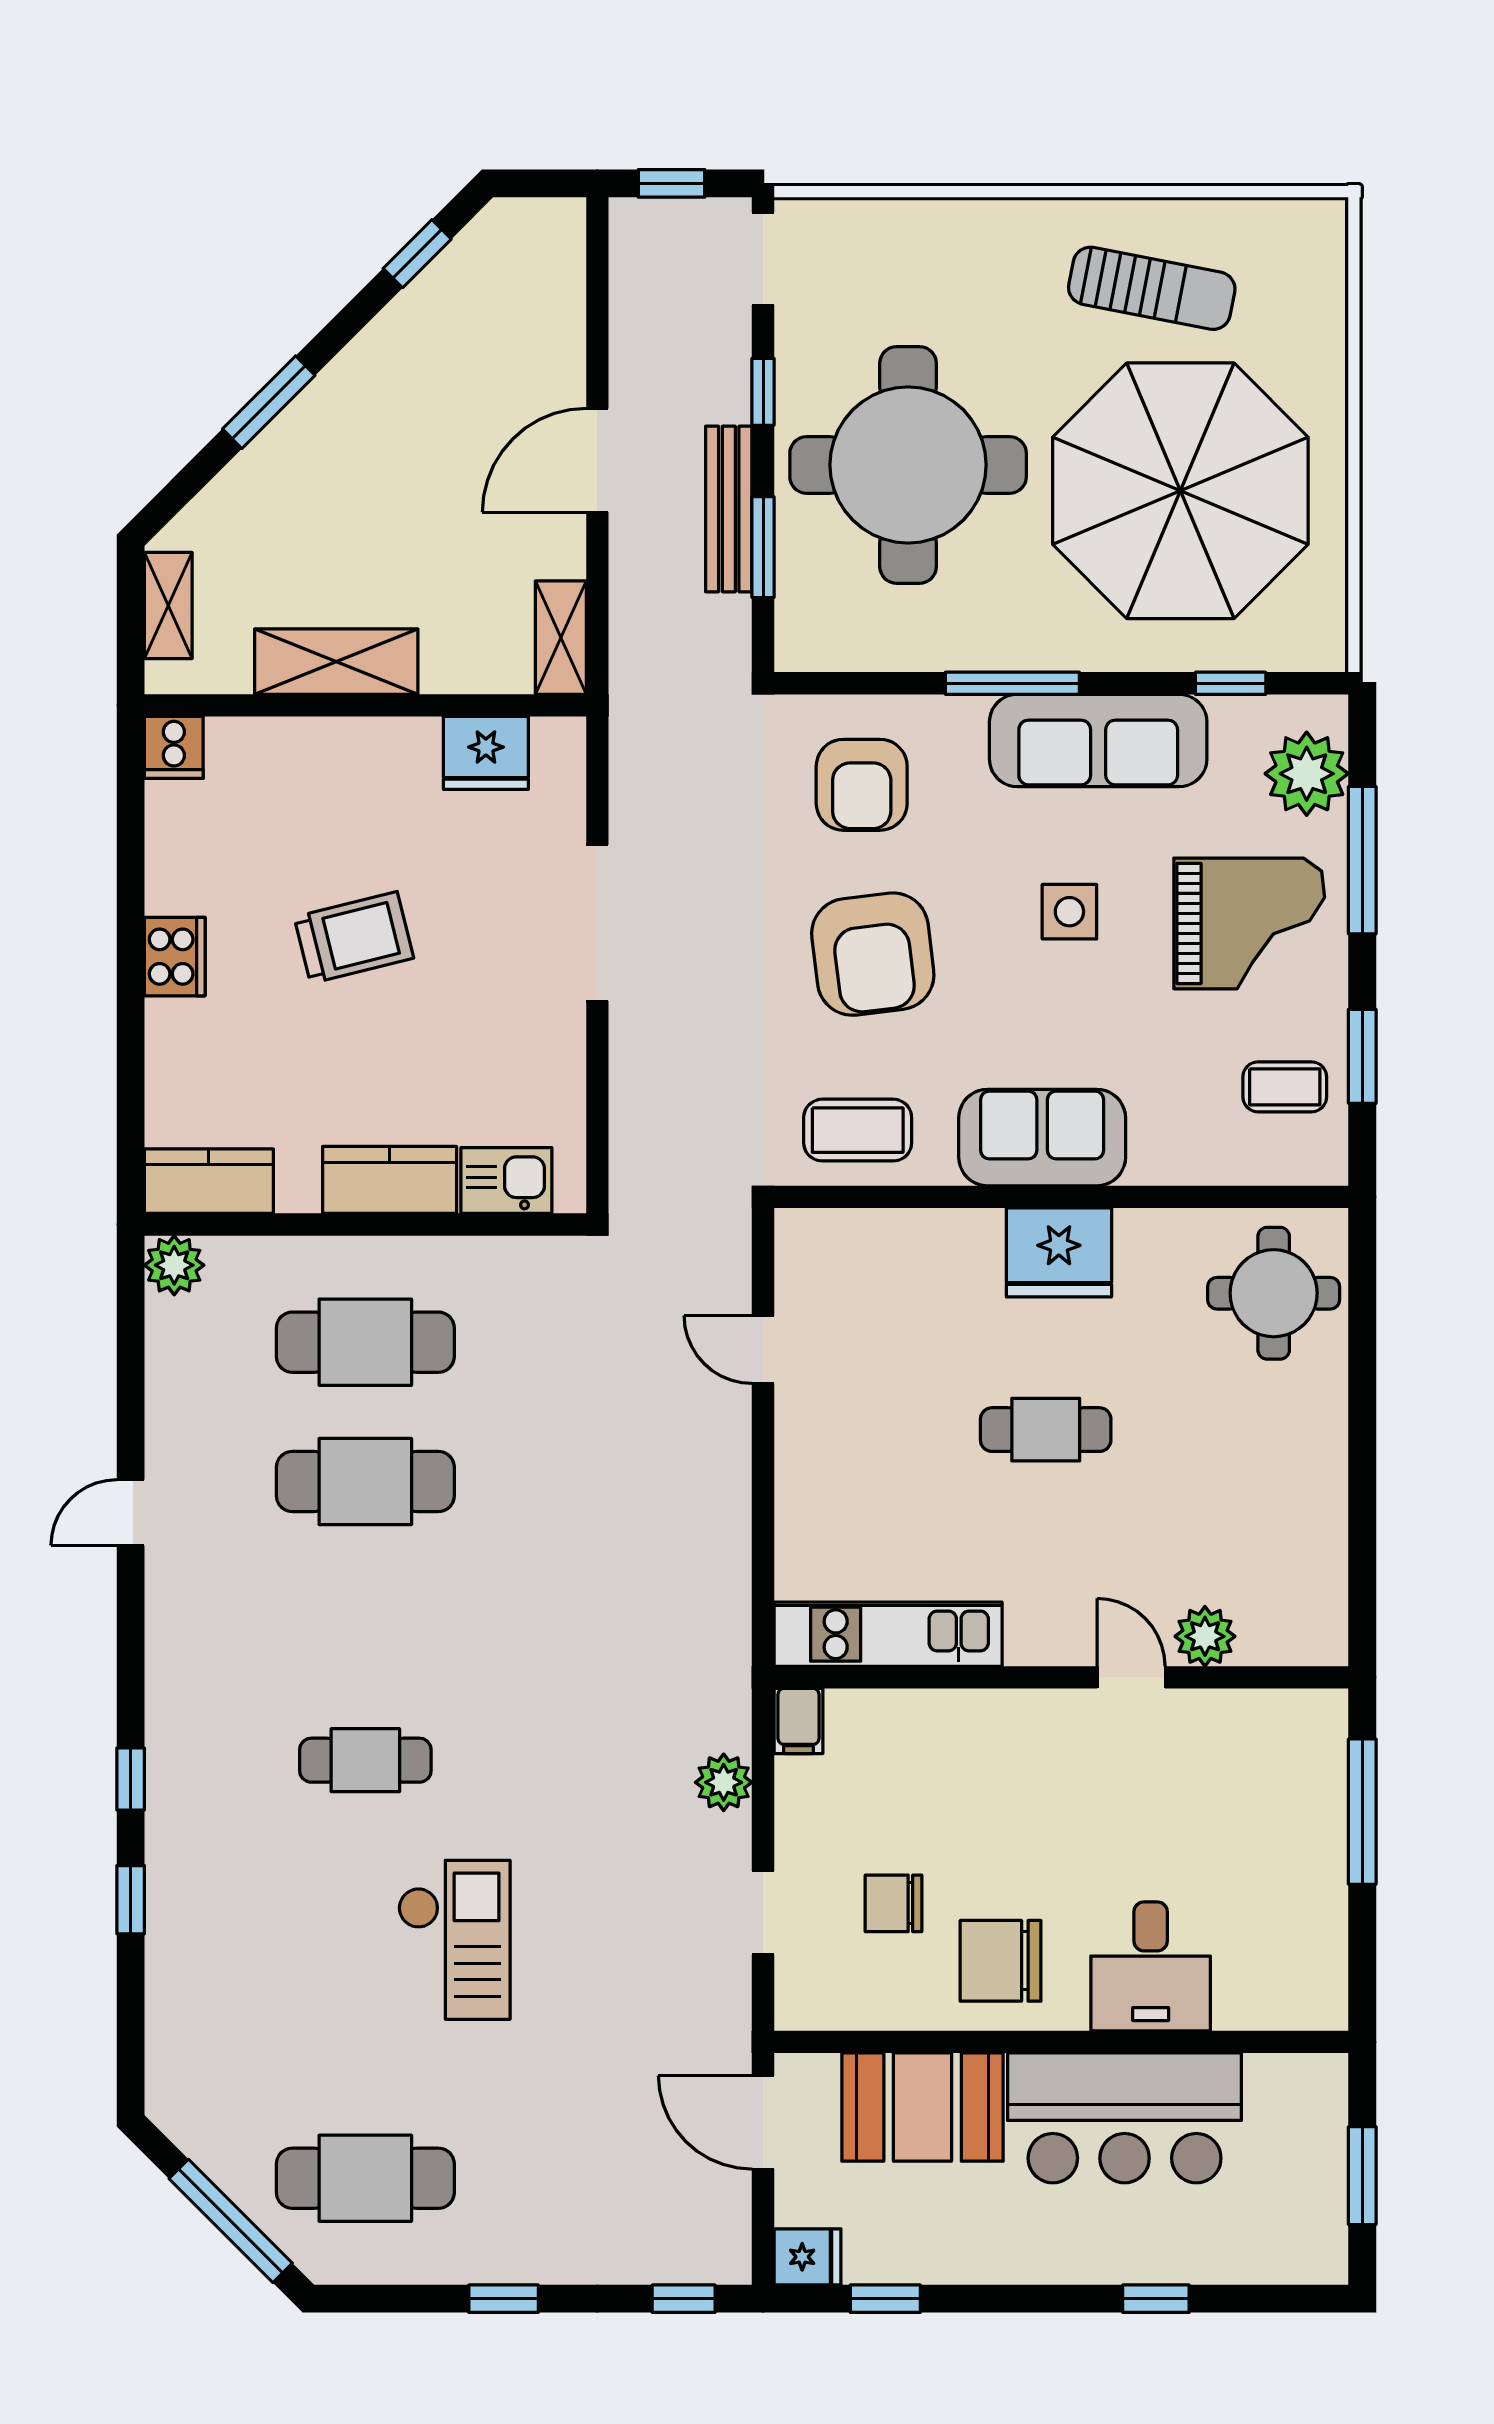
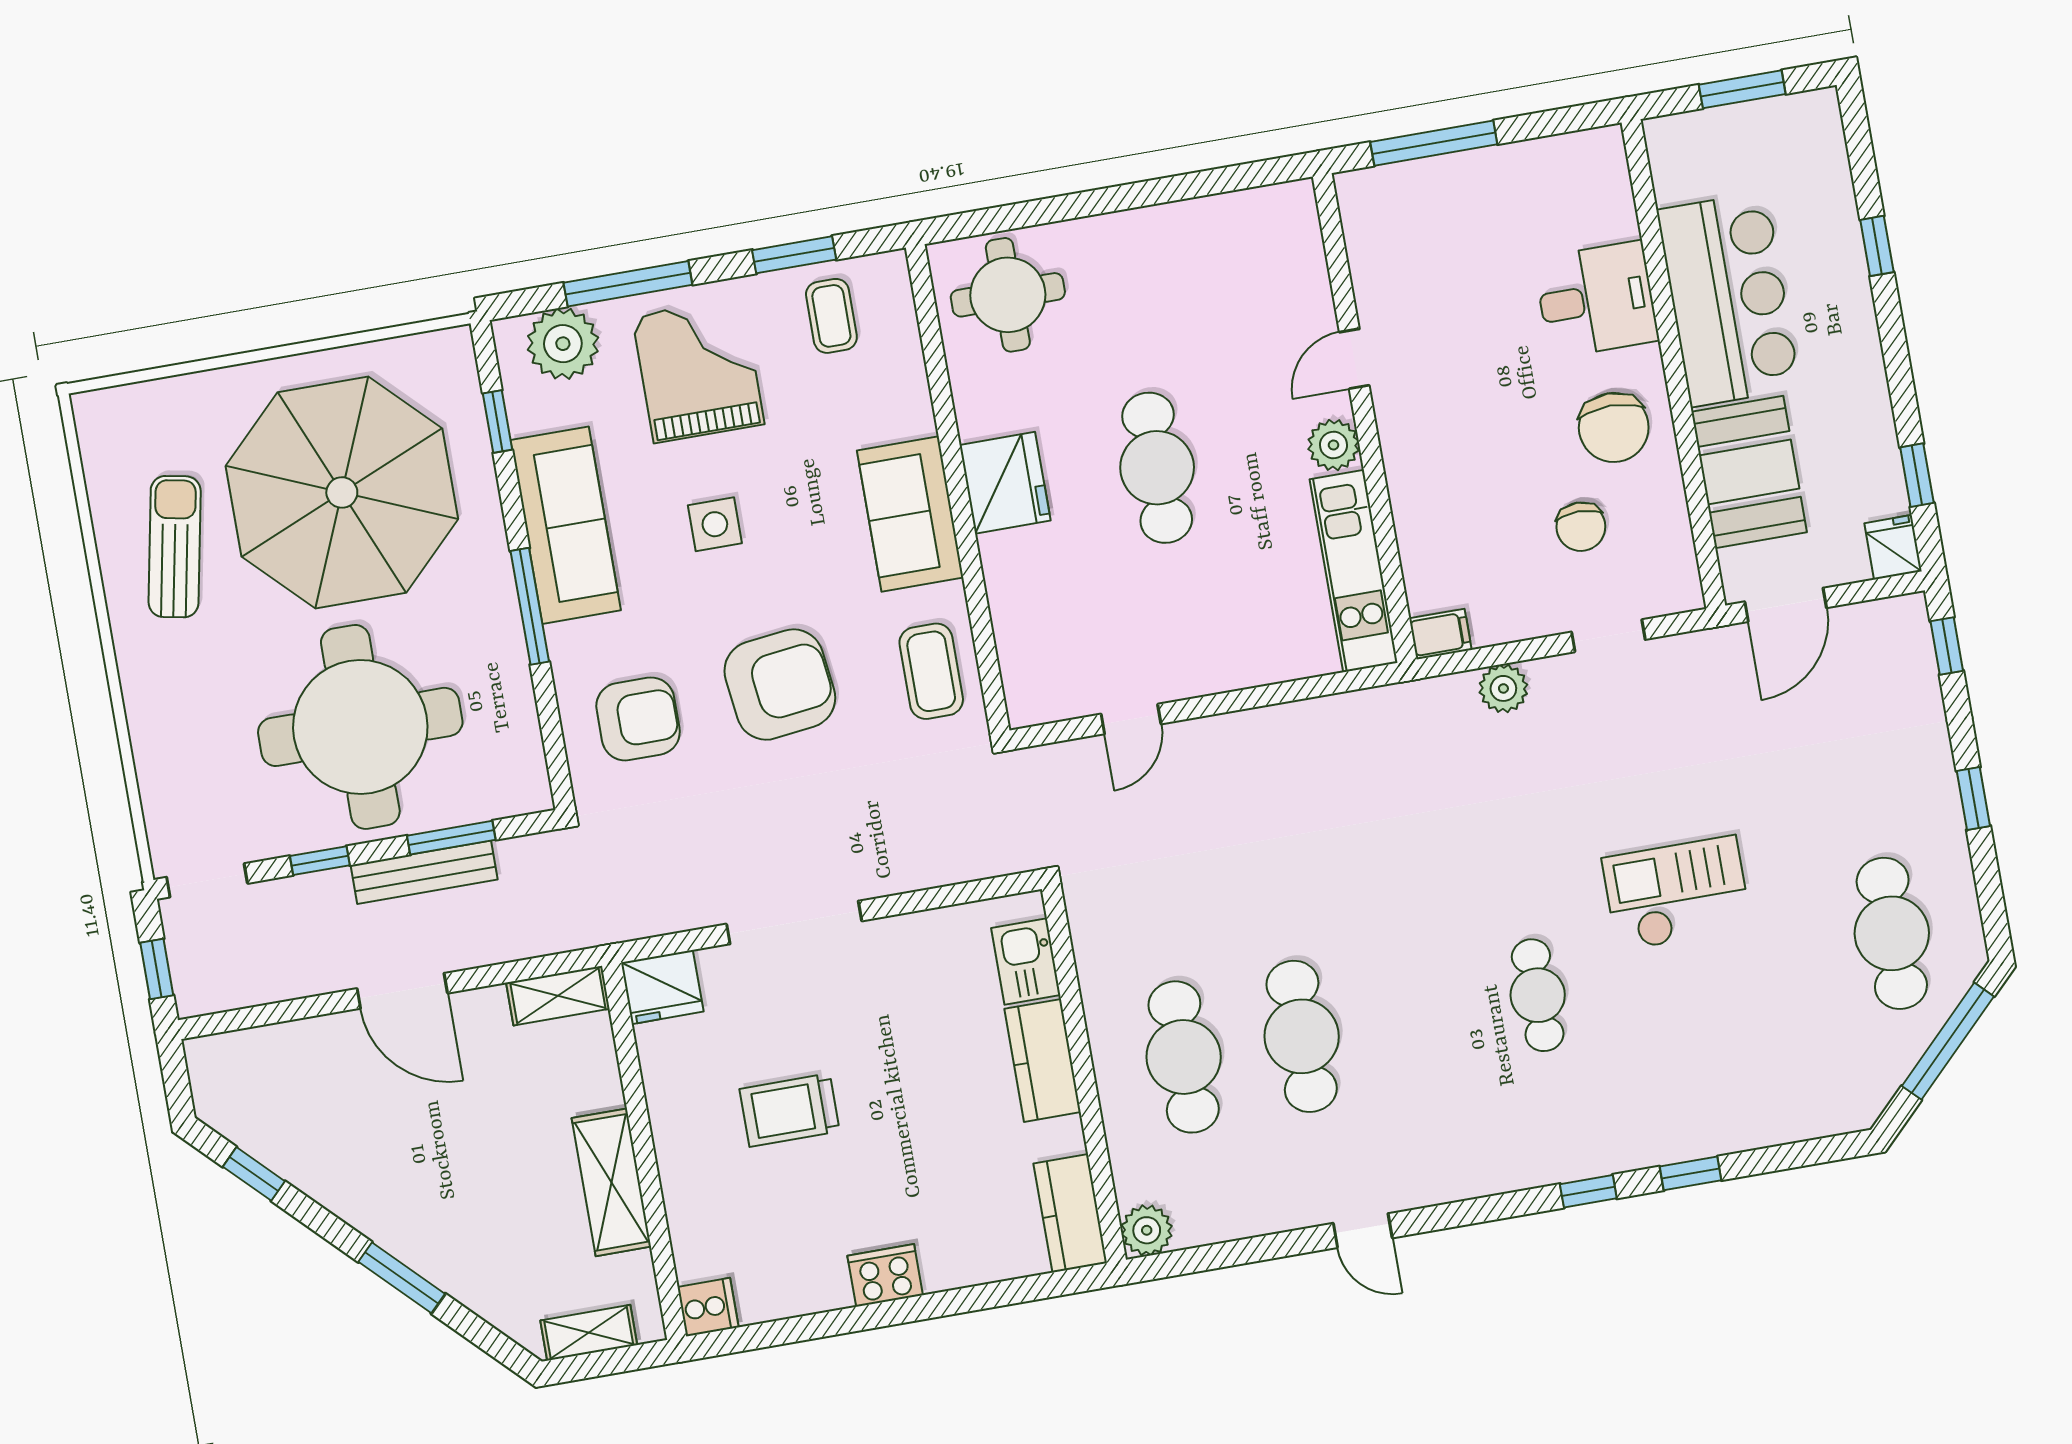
fridge: (486, 753) -> (662, 987), moved, turned 90
trolley: (354, 938) -> (790, 1110), moved, turned -76
cafe table: (1046, 1430) -> (1157, 468), width x1.37, depth x1.35
plant: (1205, 1636) -> (1334, 445), moved

